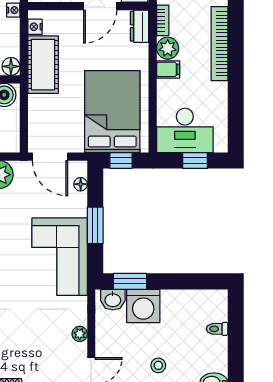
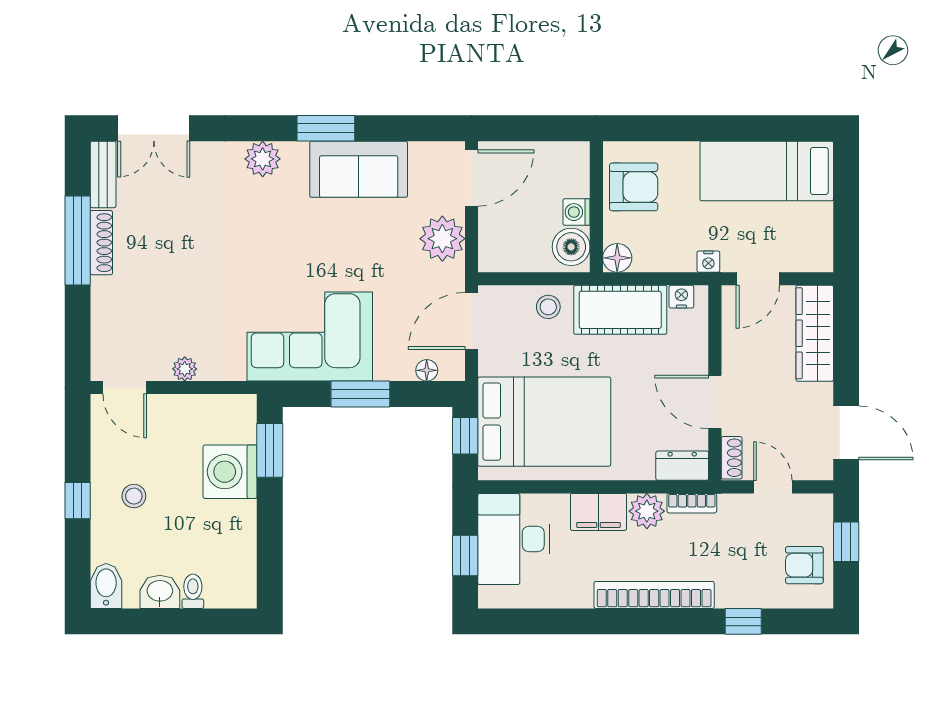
filing cabinet: (168, 69) -> (598, 512), width x2.00
stool: (41, 109) -> (548, 307), added
washbasin: (113, 300) -> (160, 592), moved, turned 90

